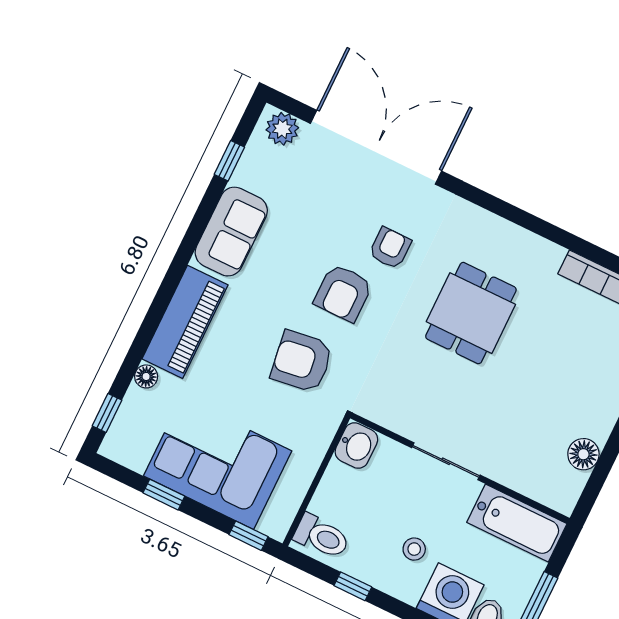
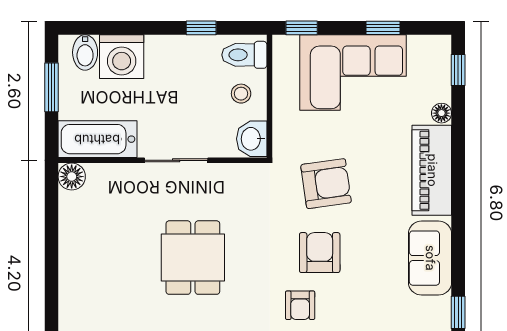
dining table: (471, 313) -> (193, 258), moved
floor lamp: (583, 454) -> (72, 177), moved
stool: (414, 549) -> (241, 94), moved

